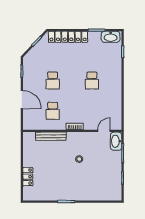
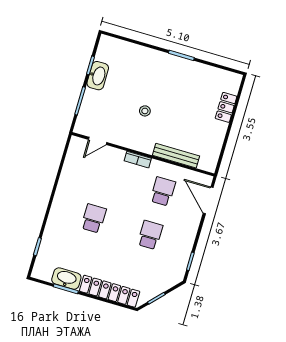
washbasin: (111, 37) -> (66, 279), moved
door: (22, 100) -> (208, 200), moved
washbasin: (116, 141) -> (98, 76), moved

